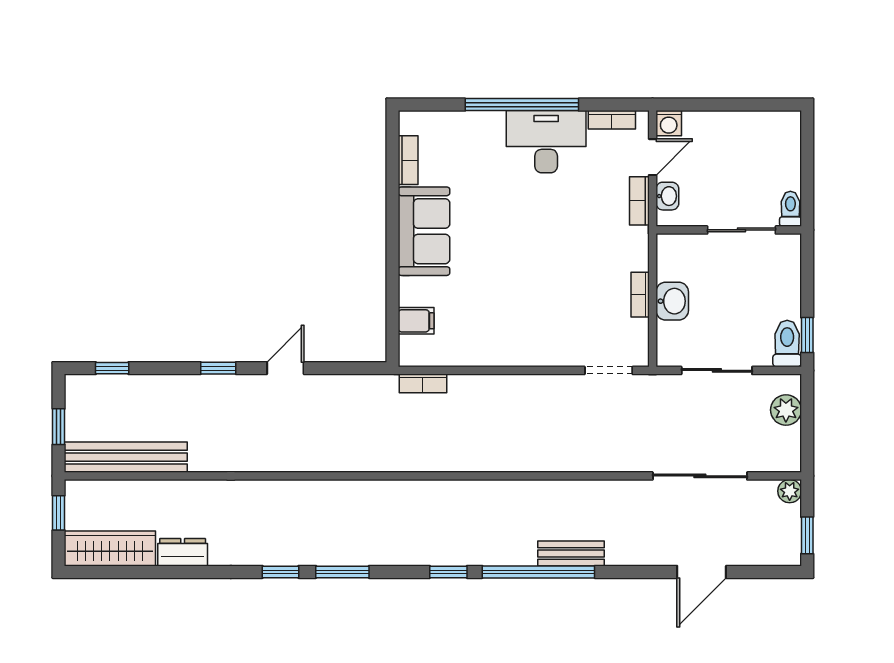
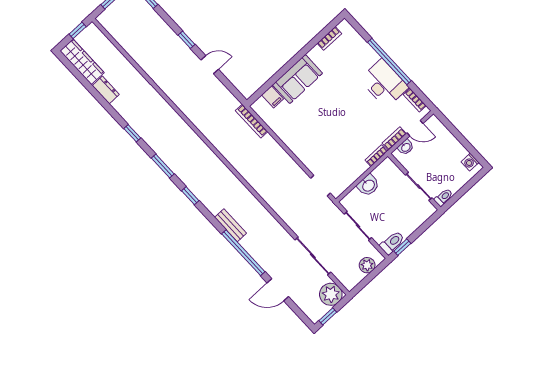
washing machine: (669, 123) -> (470, 162), moved
sofa: (424, 231) -> (297, 79), moved
bookcase: (640, 295) -> (376, 156), moved
bookcase: (423, 383) -> (252, 121), width x1.56
bench: (126, 457) -> (121, 36), removed
plant: (790, 491) -> (331, 294), width x1.88, depth x1.88
bench: (571, 553) -> (231, 225), moved
window: (342, 572) -> (163, 166), moved
window: (538, 572) -> (243, 253), moved

